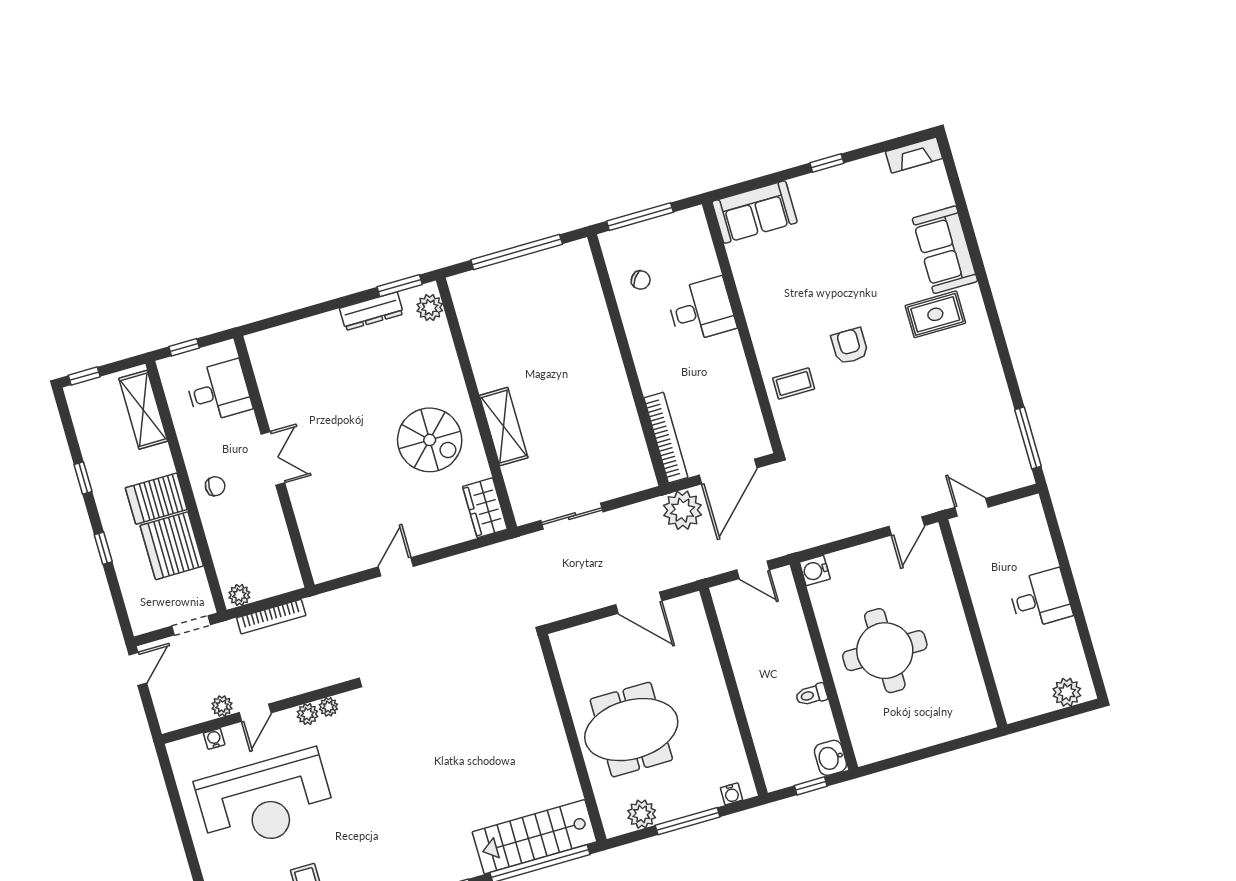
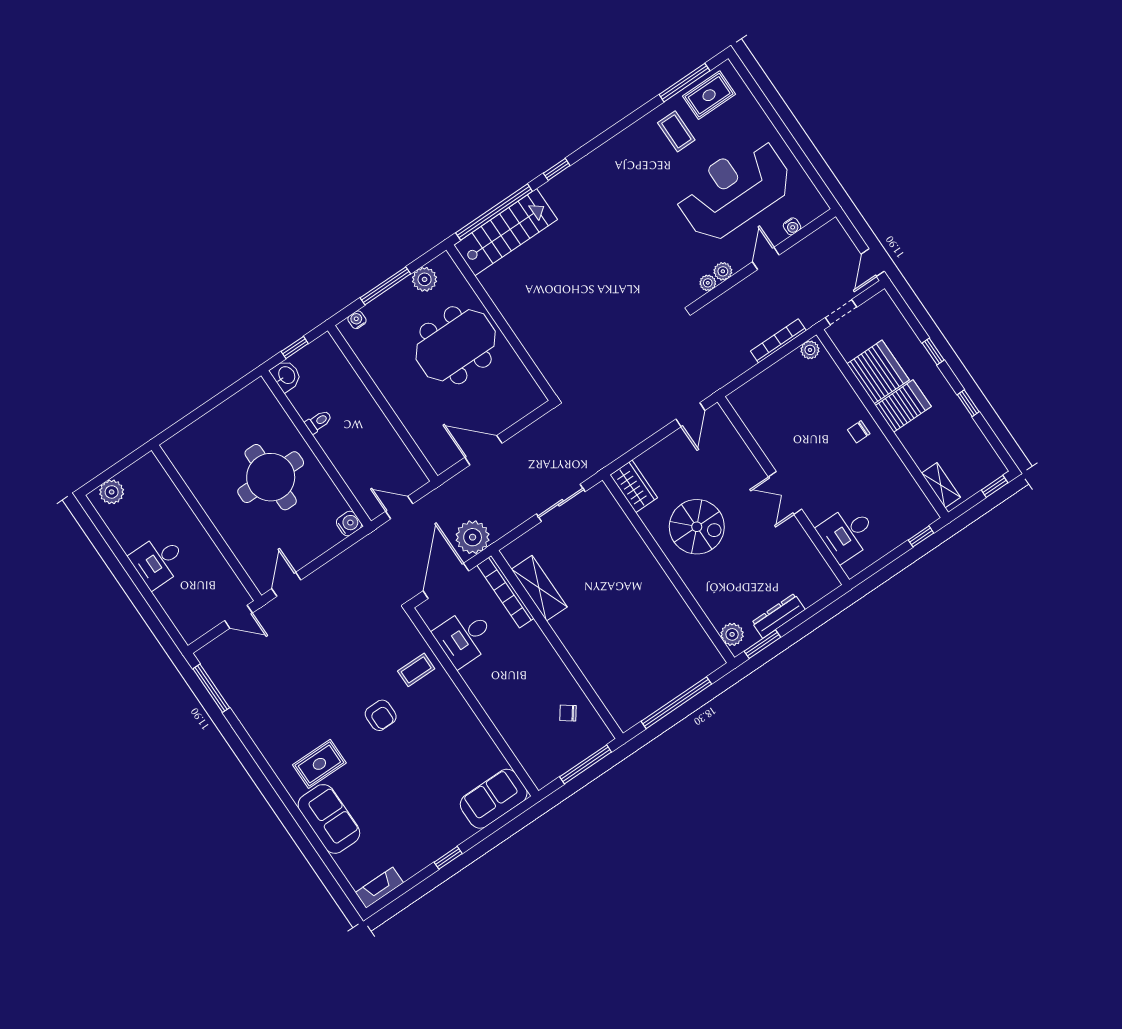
desk: (701, 310) -> (465, 637), moved
desk: (219, 391) -> (847, 533), moved
shelving: (143, 410) -> (941, 485), width x0.67, depth x0.75
shelving: (504, 427) -> (539, 588), moved
spiral stairs: (430, 440) -> (697, 527), turned 180
double door: (273, 458) -> (785, 493), moved
wall: (274, 462) -> (783, 491), moved
plant: (222, 706) -> (794, 255), removed

